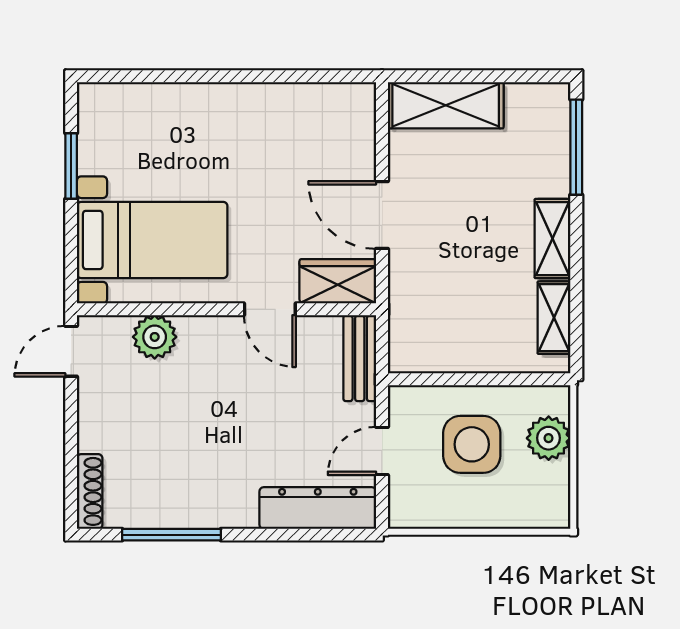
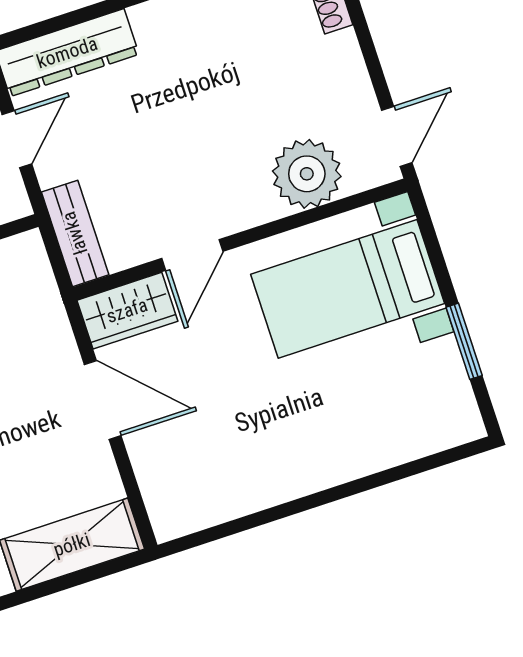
door: (270, 309) -> (192, 255), swing flipped
plant: (155, 337) -> (307, 174), width x1.36, depth x1.36

